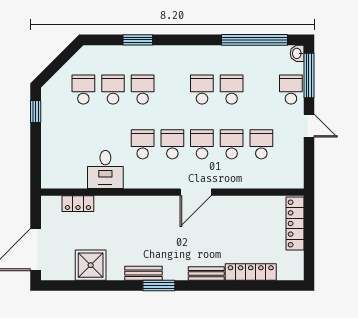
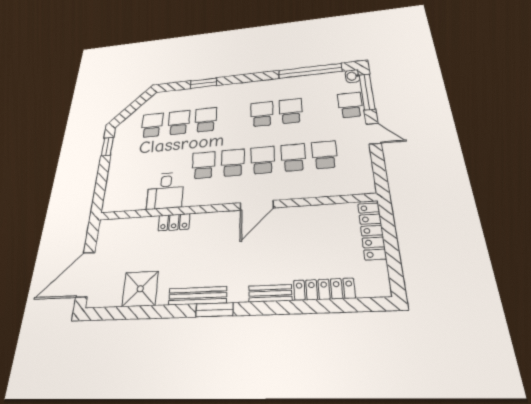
locker: (78, 204) -> (174, 222), moved
bench: (143, 273) -> (198, 296), width x1.36

